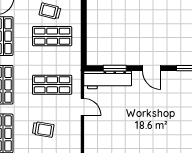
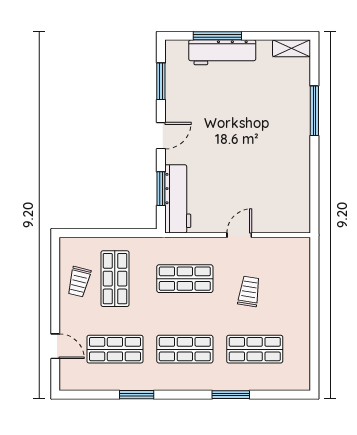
shop shelf: (52, 85) -> (185, 279), turned 90
door: (82, 107) -> (239, 235), moved

